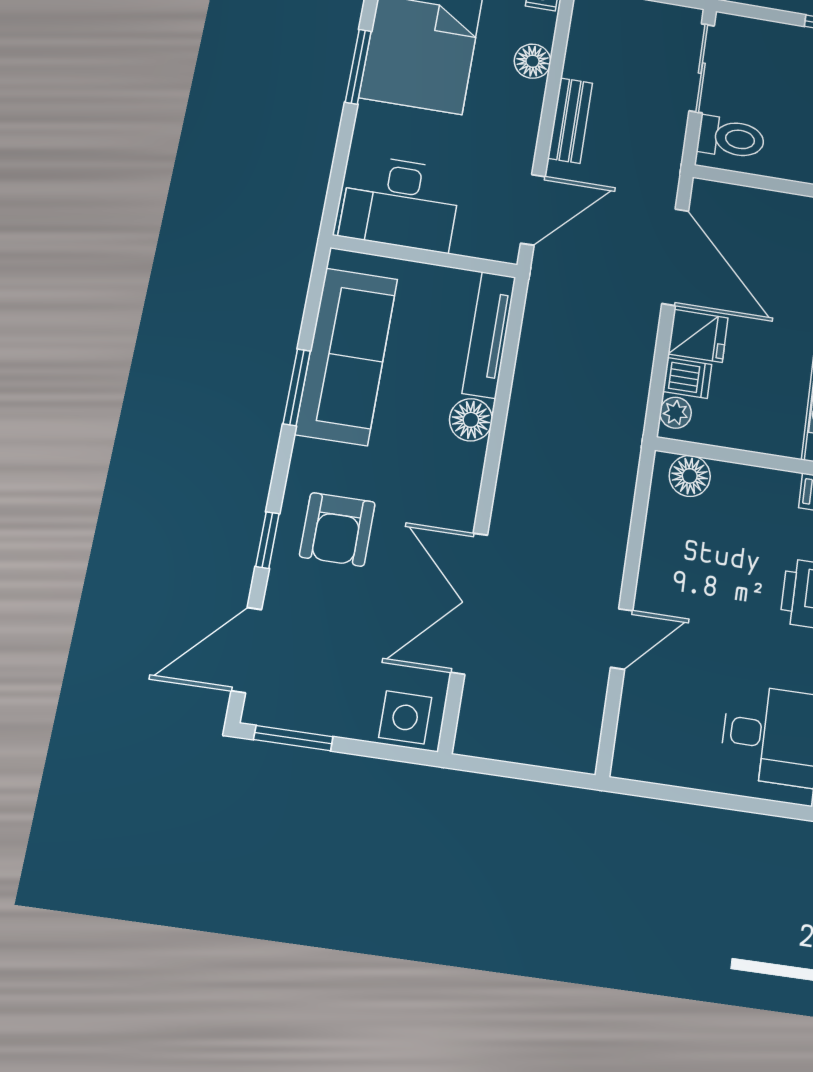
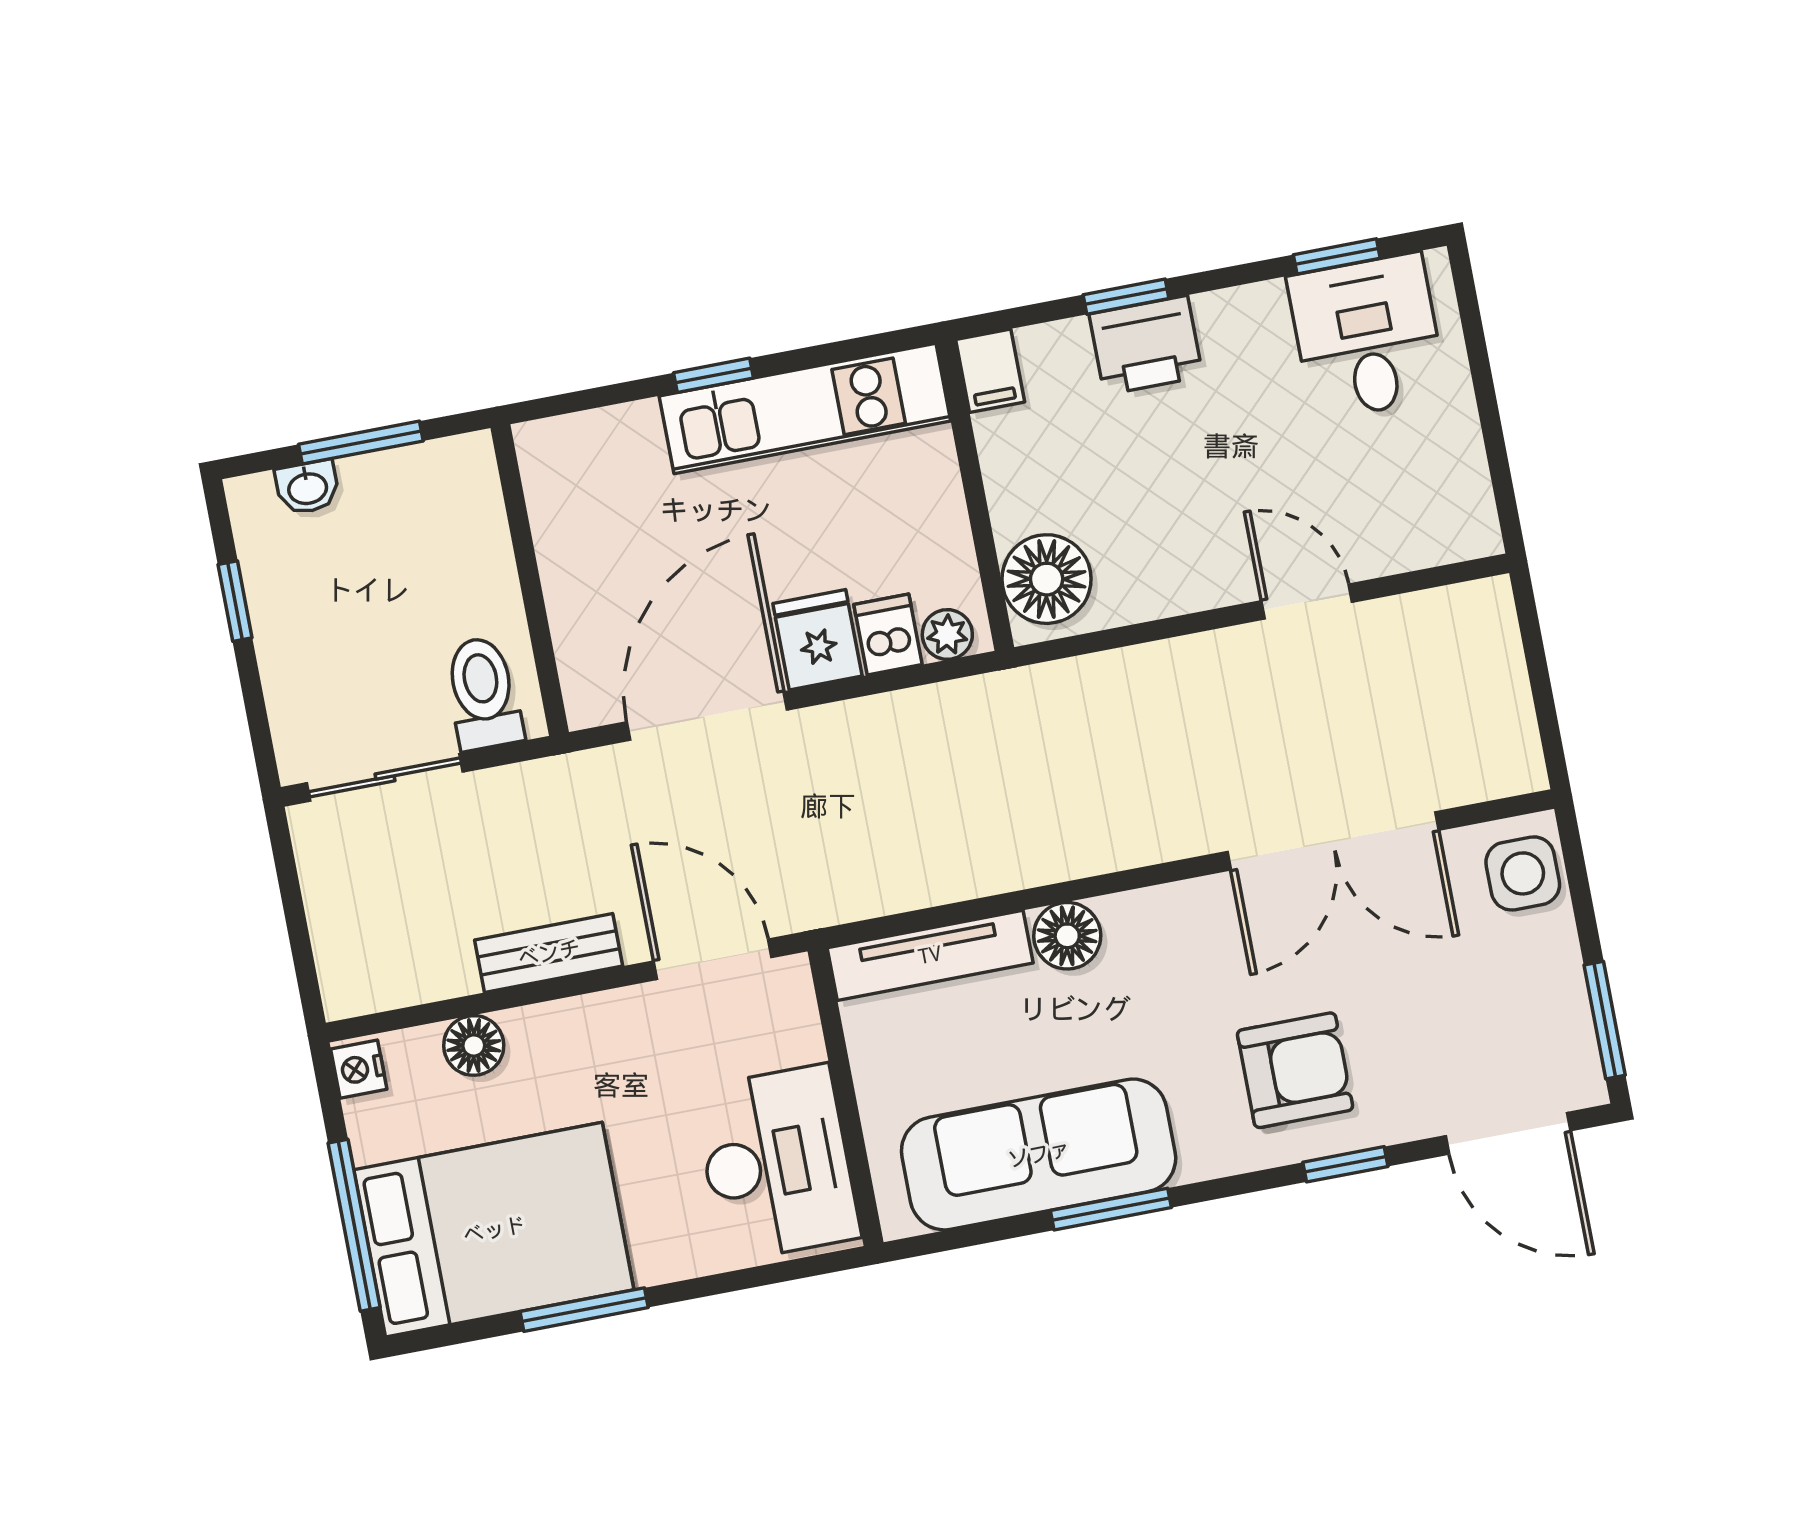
floor lamp: (690, 476) -> (1047, 579), width x1.38, depth x1.38

